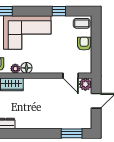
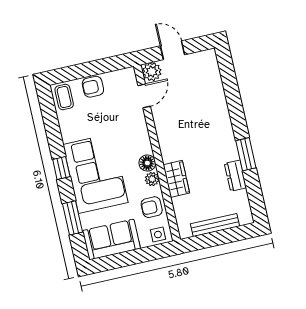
window: (59, 11) -> (61, 168), moved
window: (72, 133) -> (246, 154), moved

